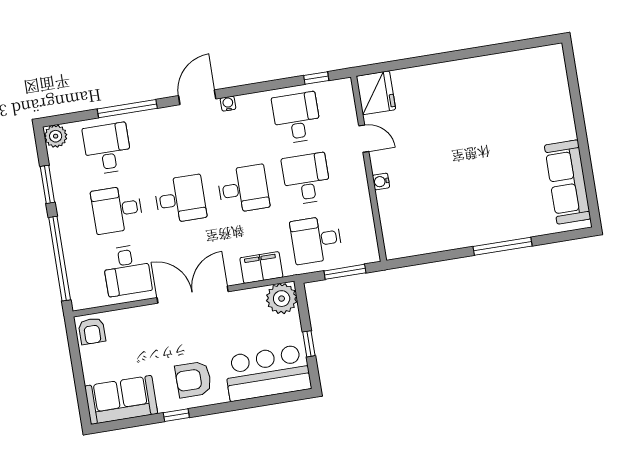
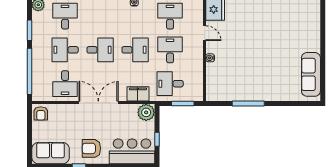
window: (503, 246) -> (248, 103), moved

